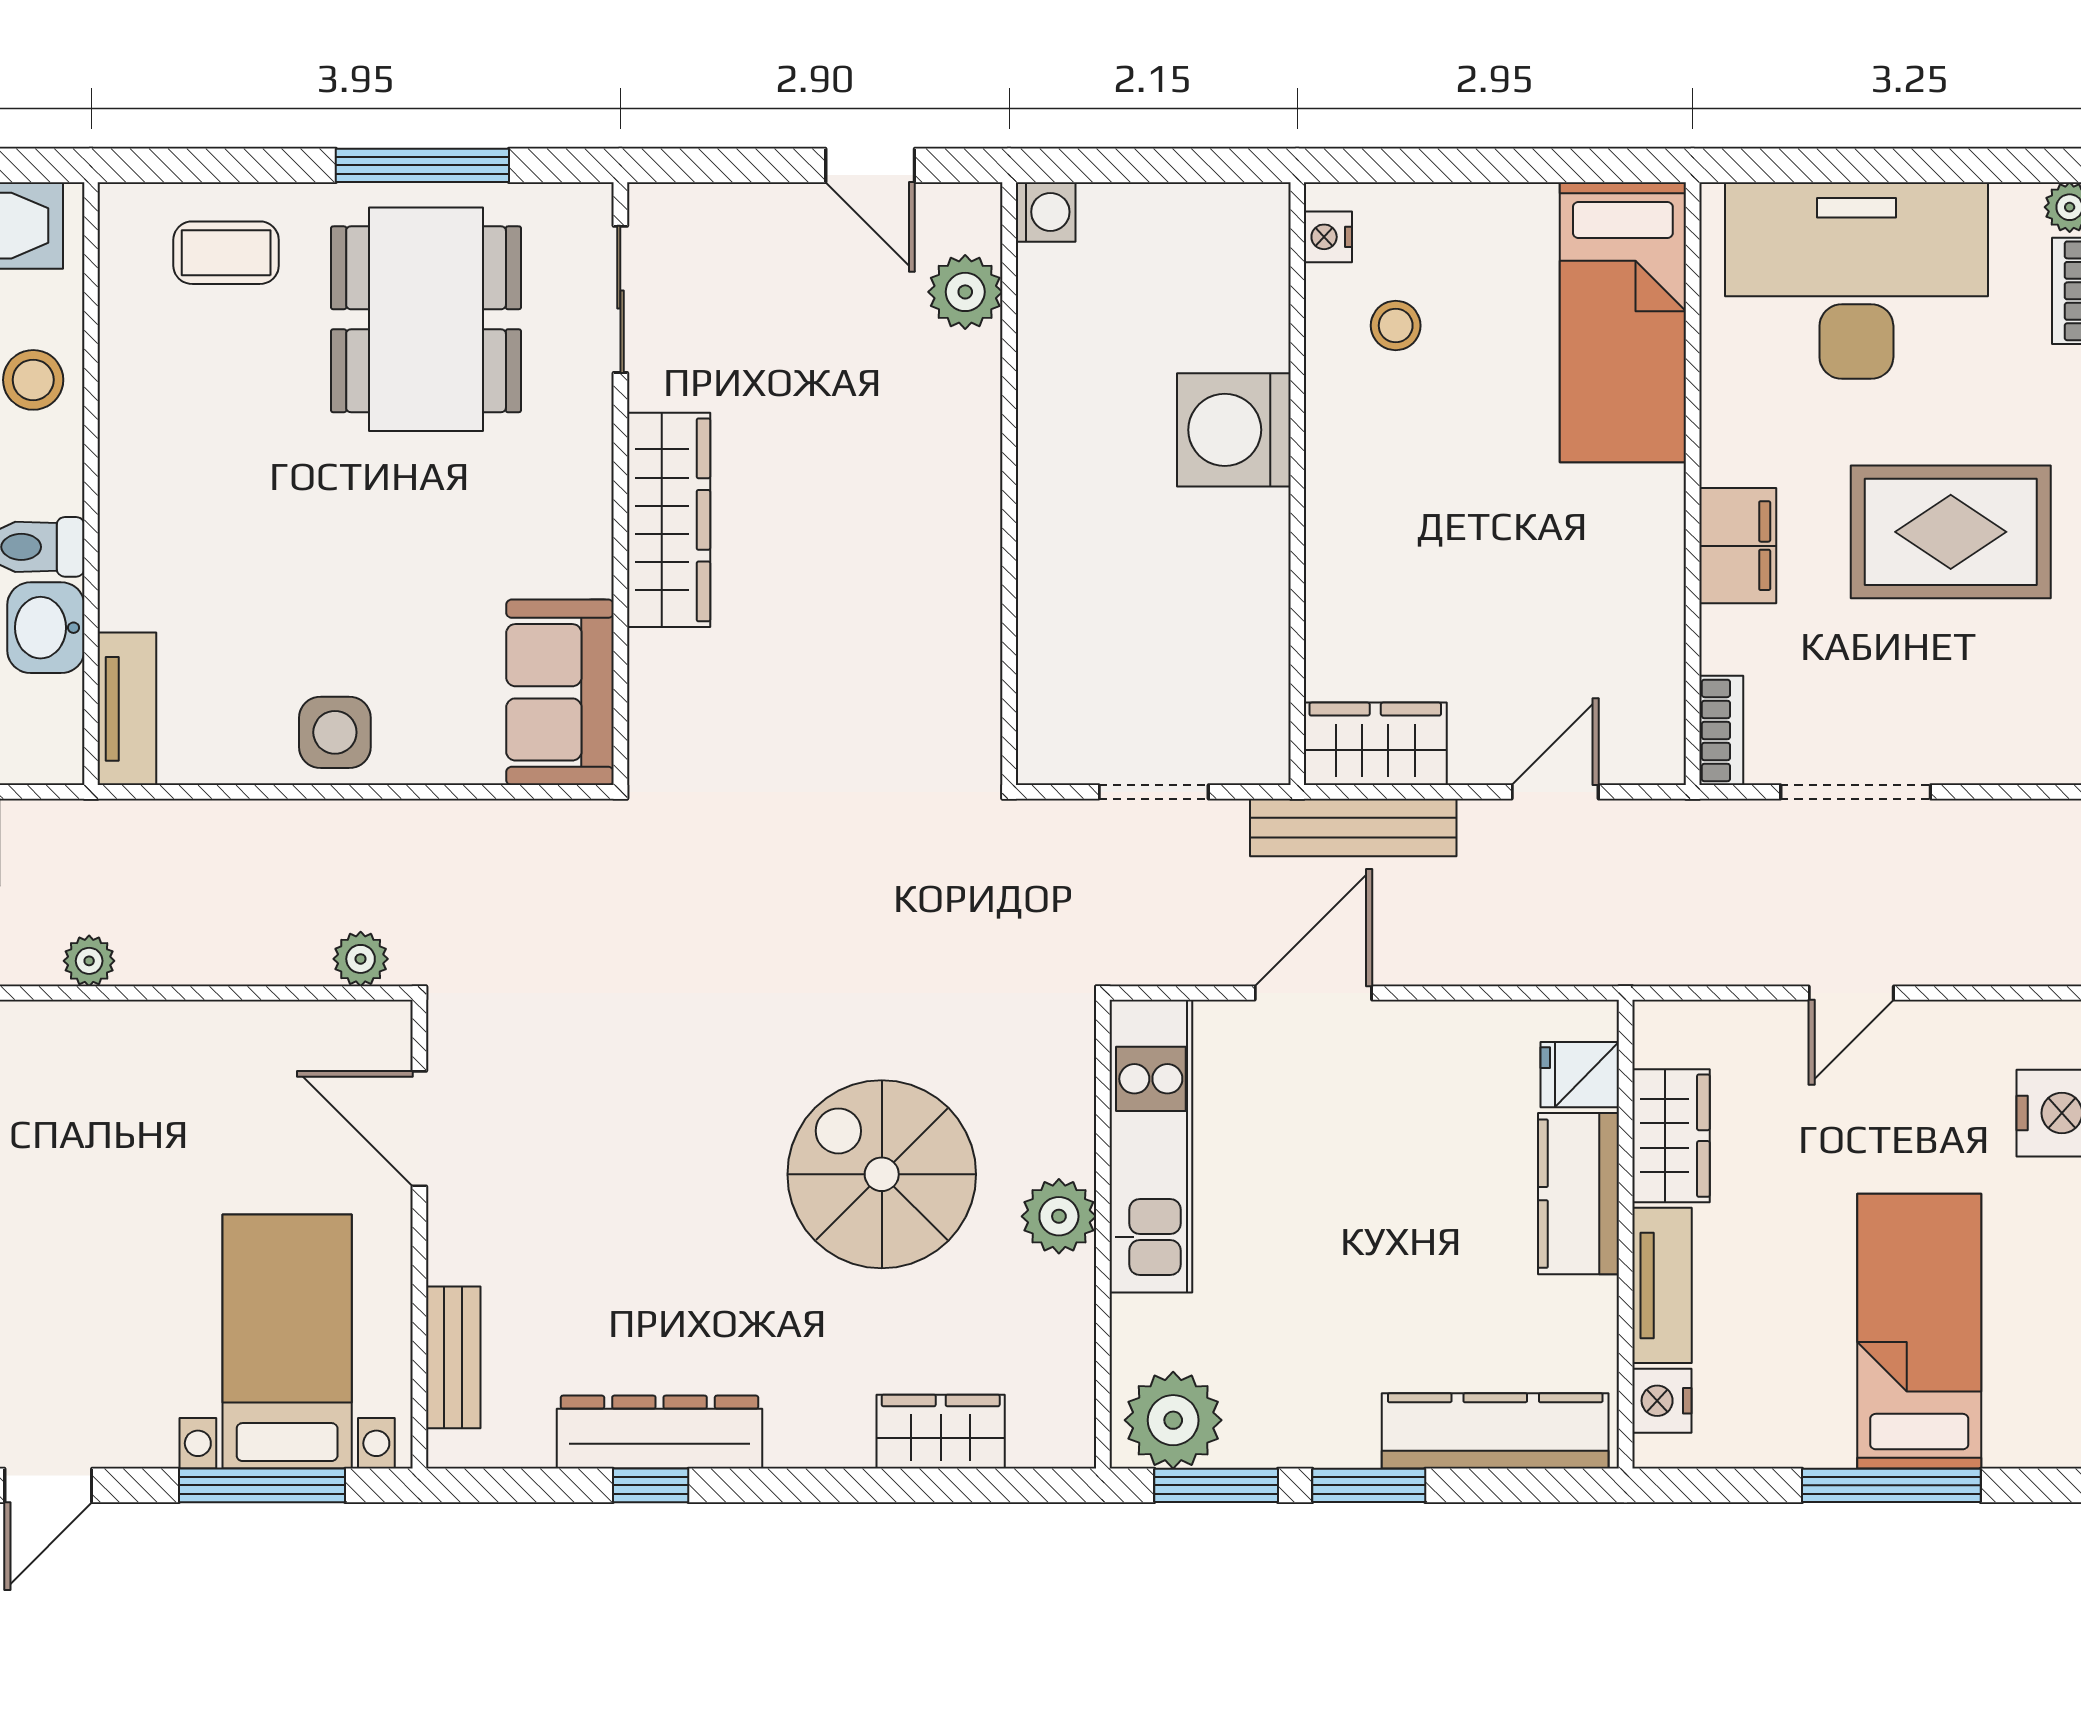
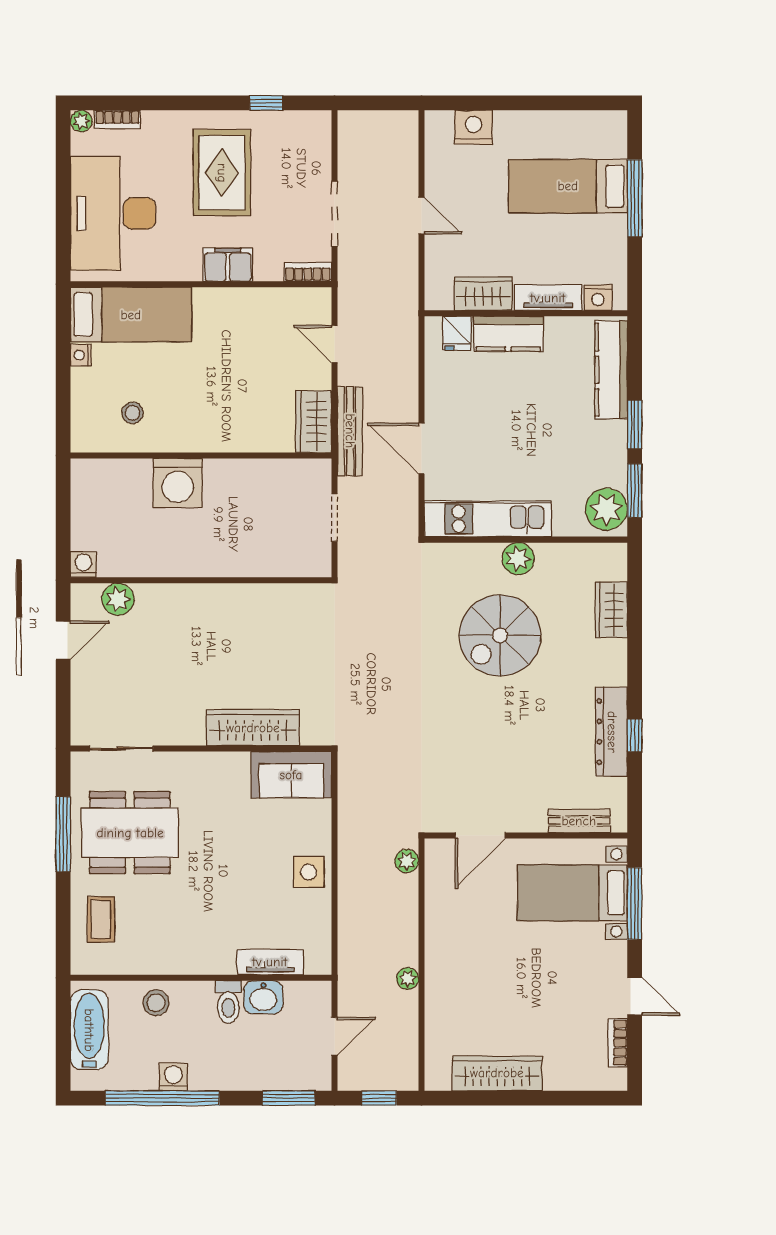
nightstand: (1328, 237) -> (81, 355), moved, turned 90
wardrobe: (669, 520) -> (253, 728), moved
tv unit: (127, 709) -> (270, 962), moved

